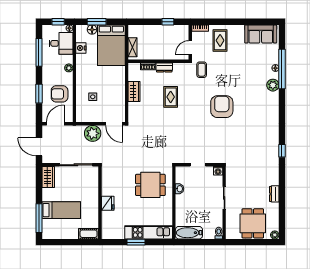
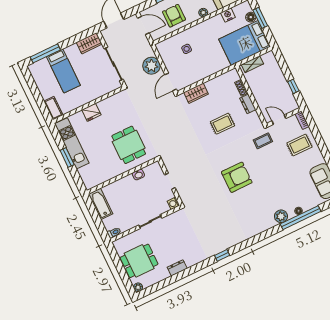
wardrobe: (134, 91) -> (196, 93), moved
kitchen unit: (149, 232) -> (72, 143), moved

